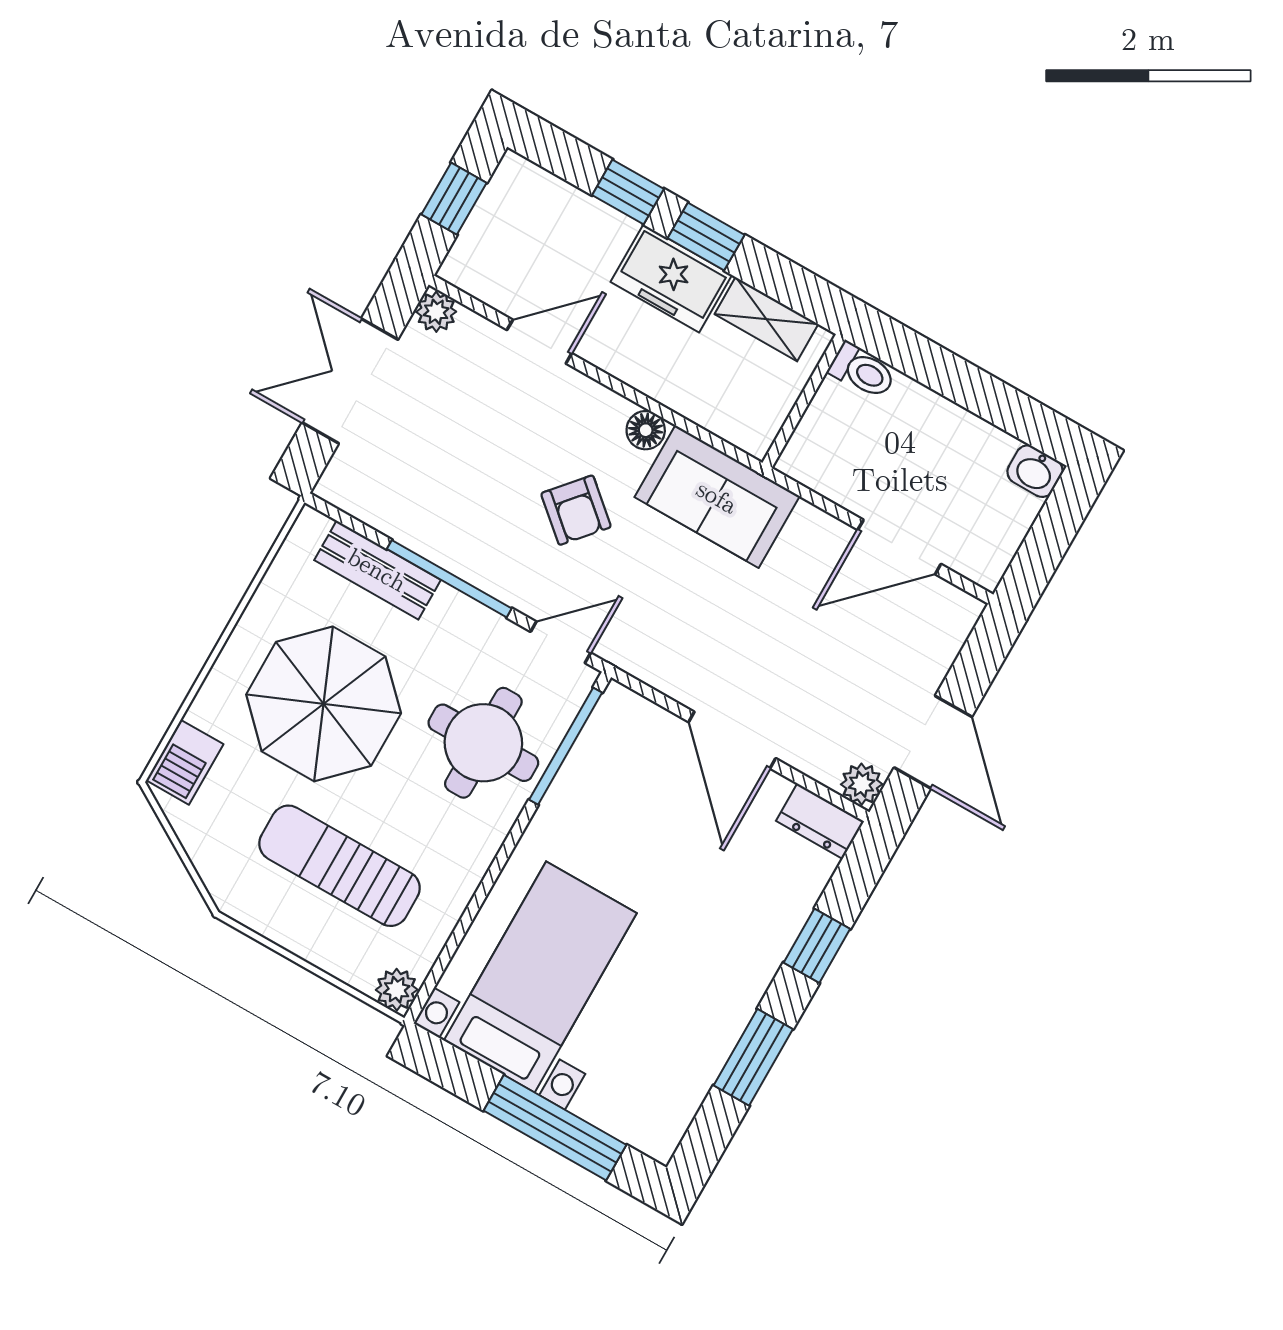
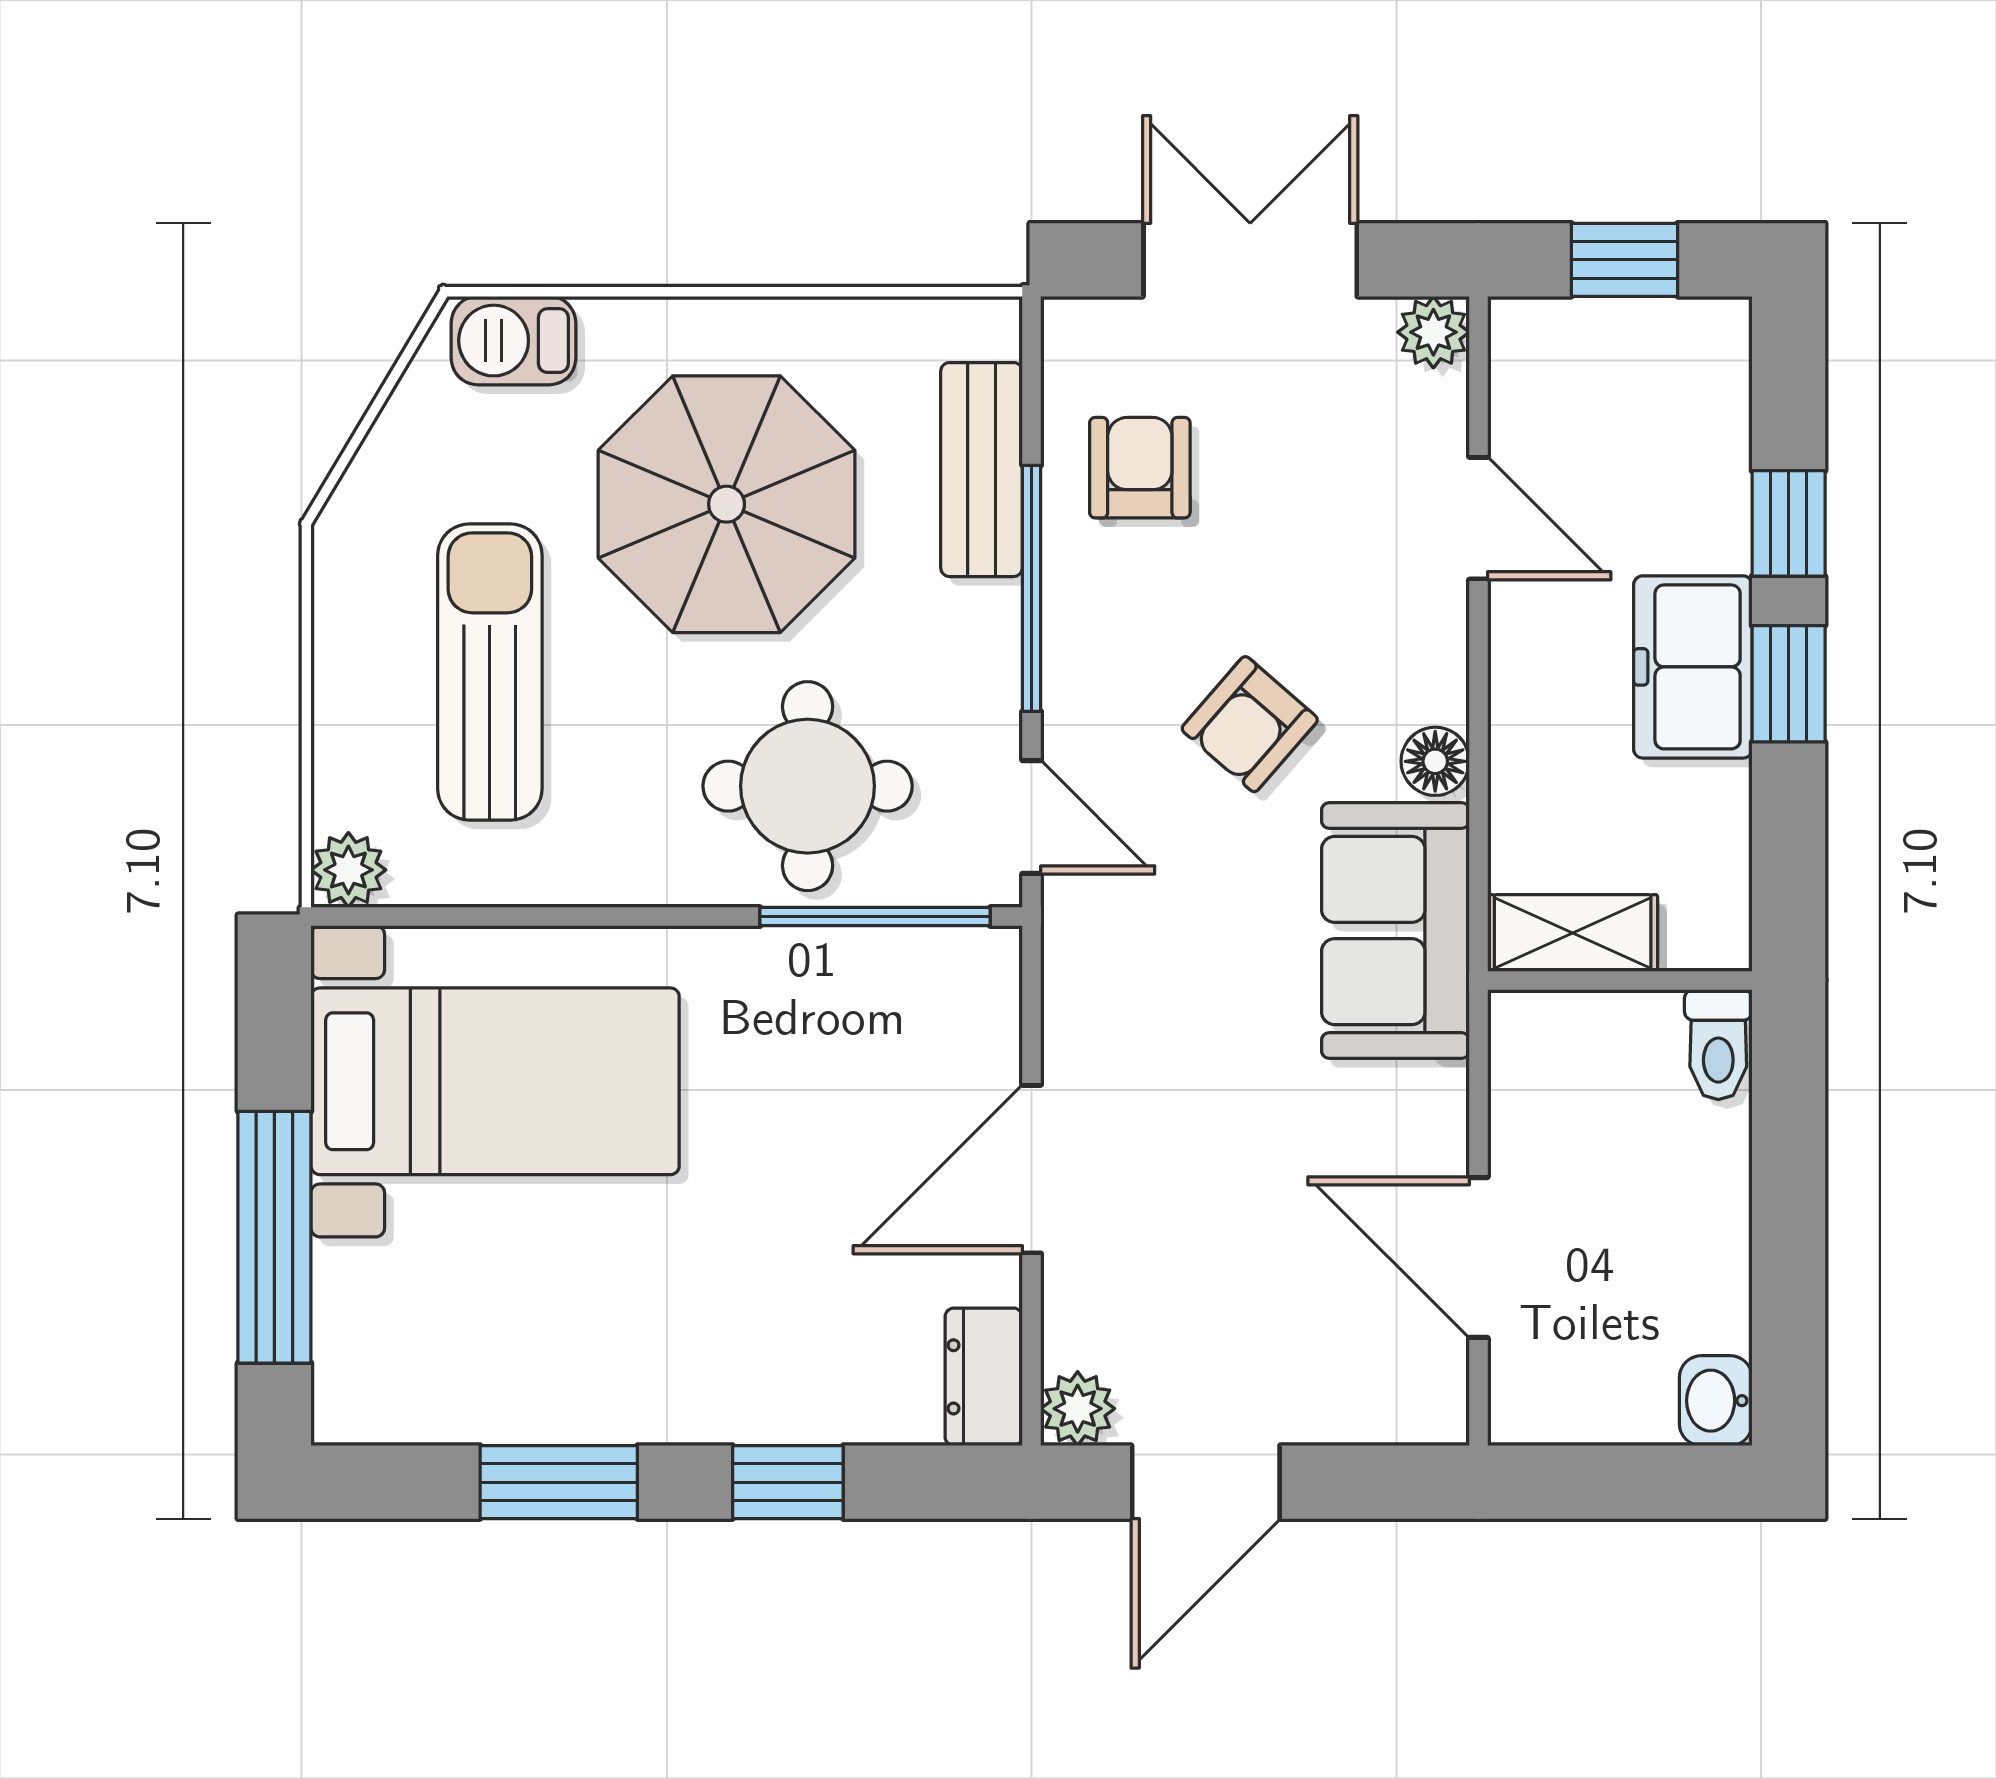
shelving: (766, 319) -> (1573, 933), moved, turned 90
armchair: (421, 492) -> (1140, 468), added

